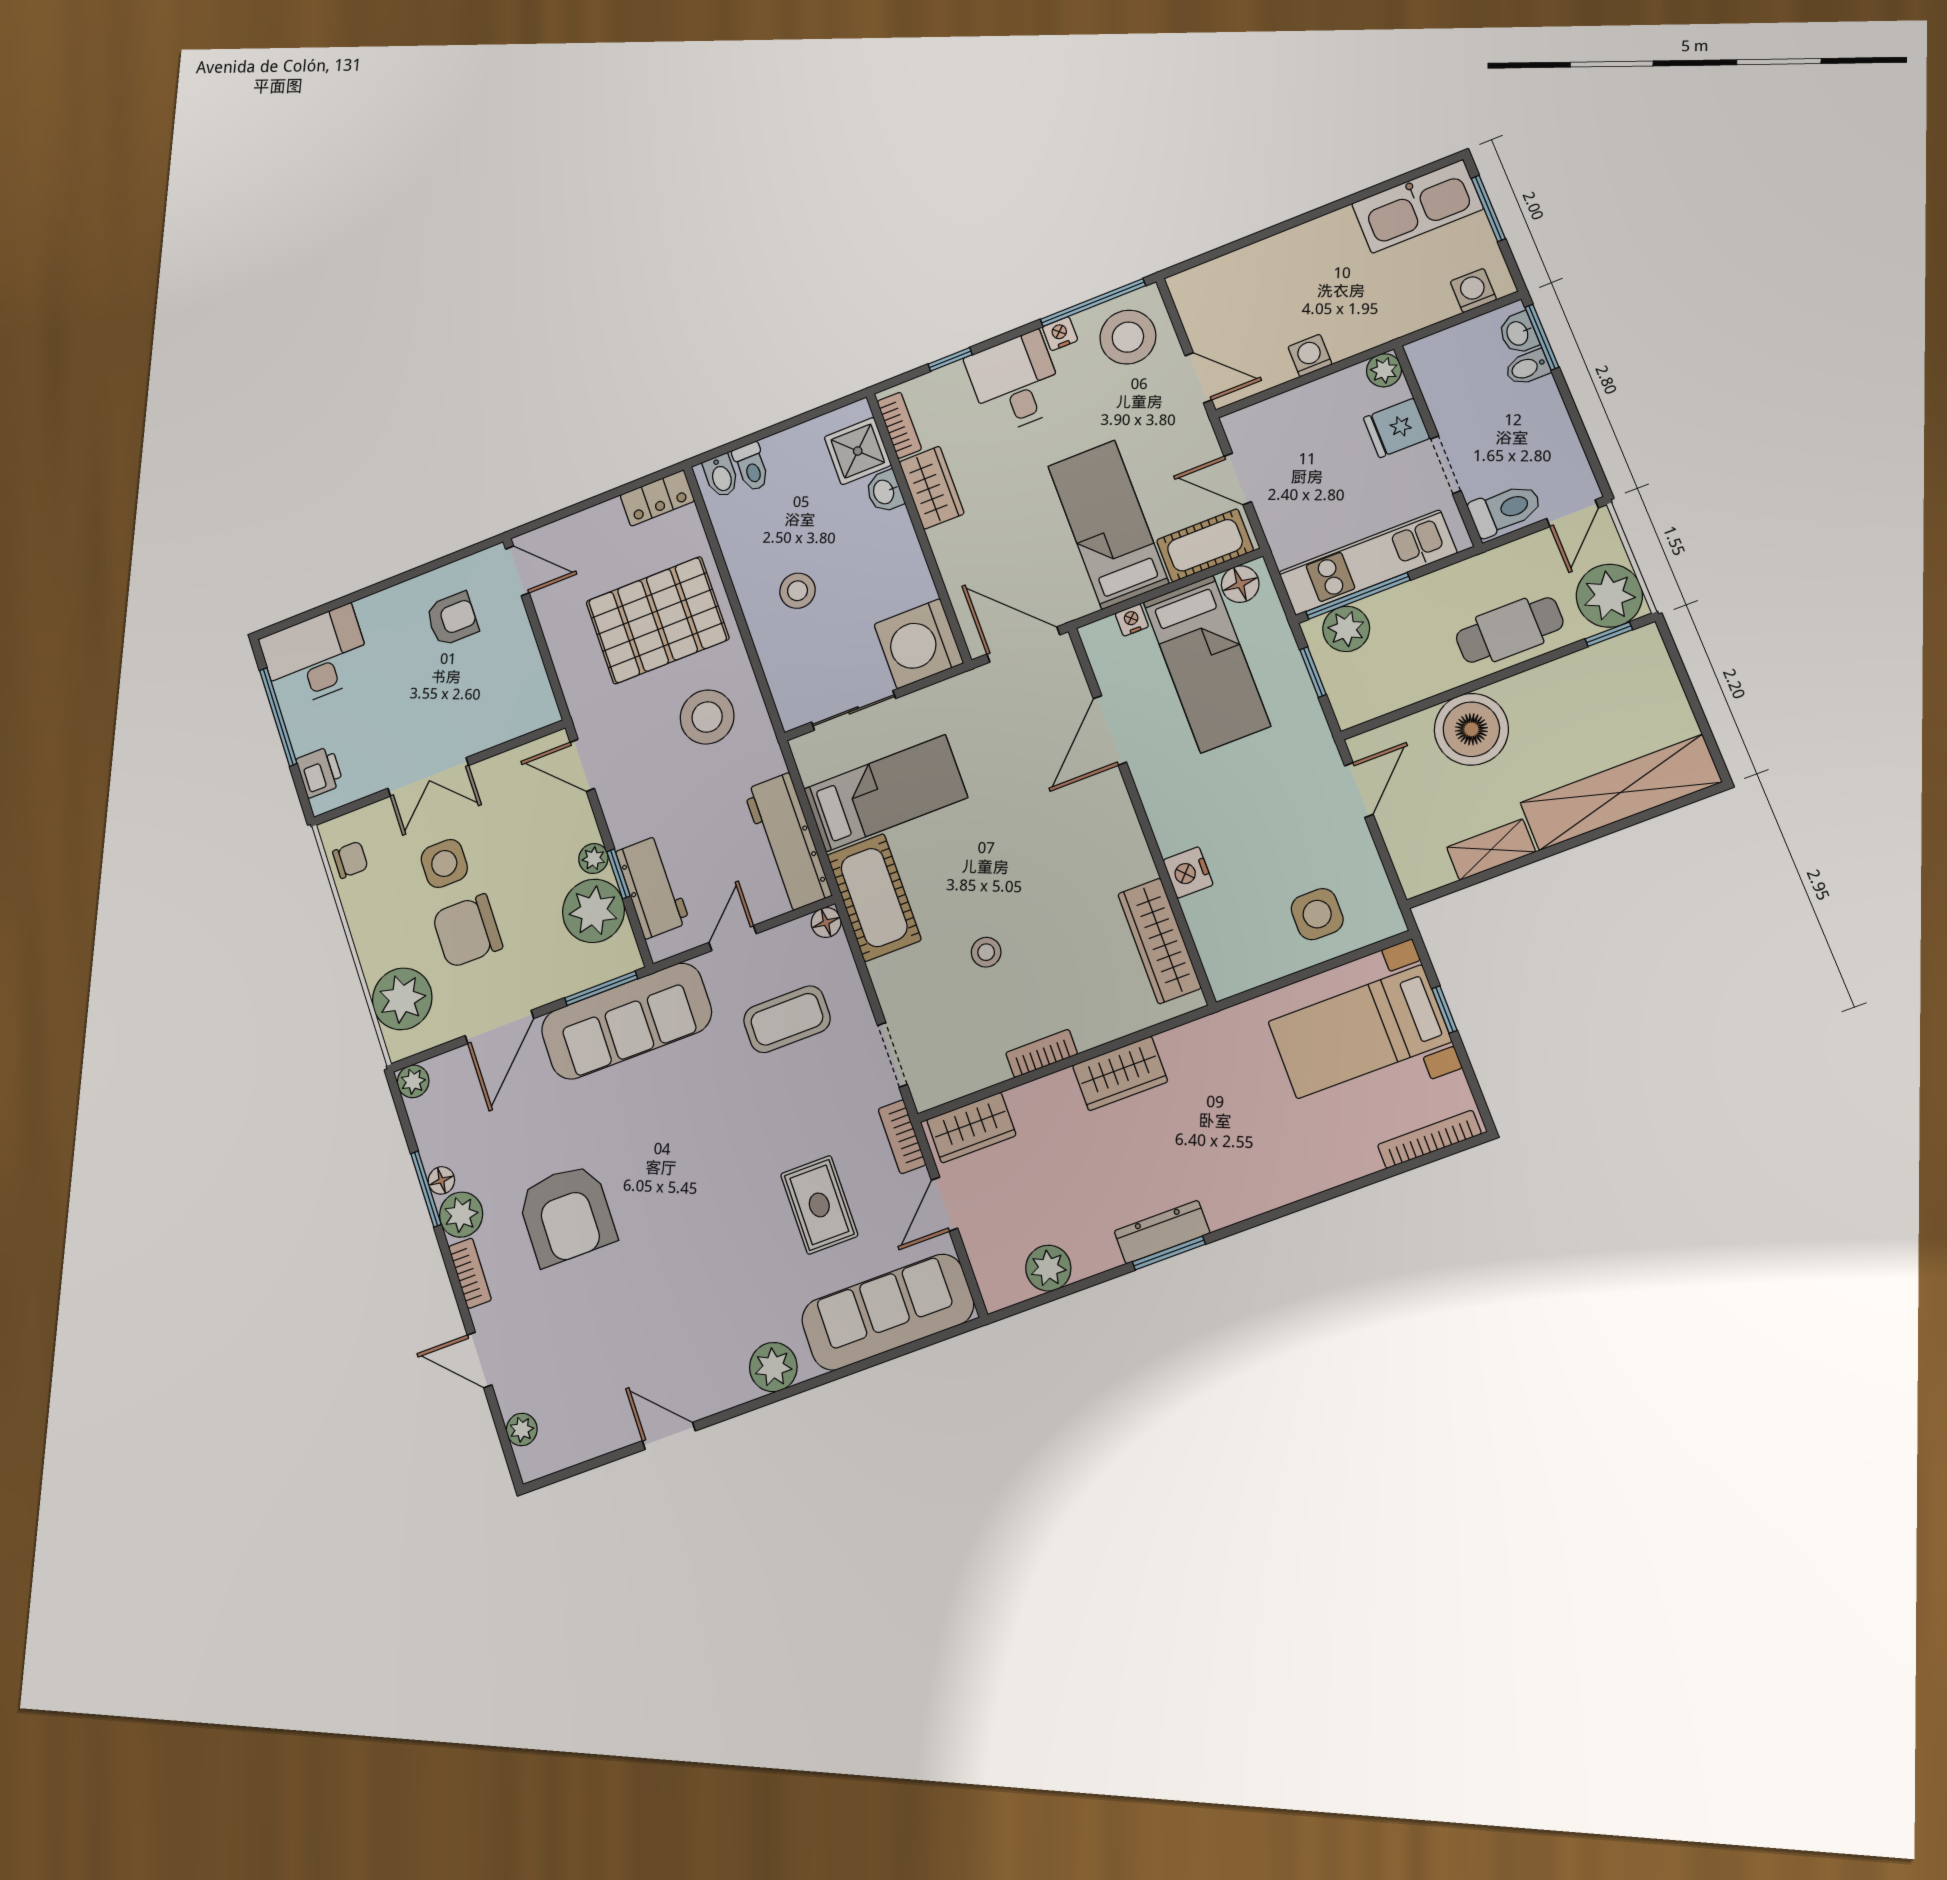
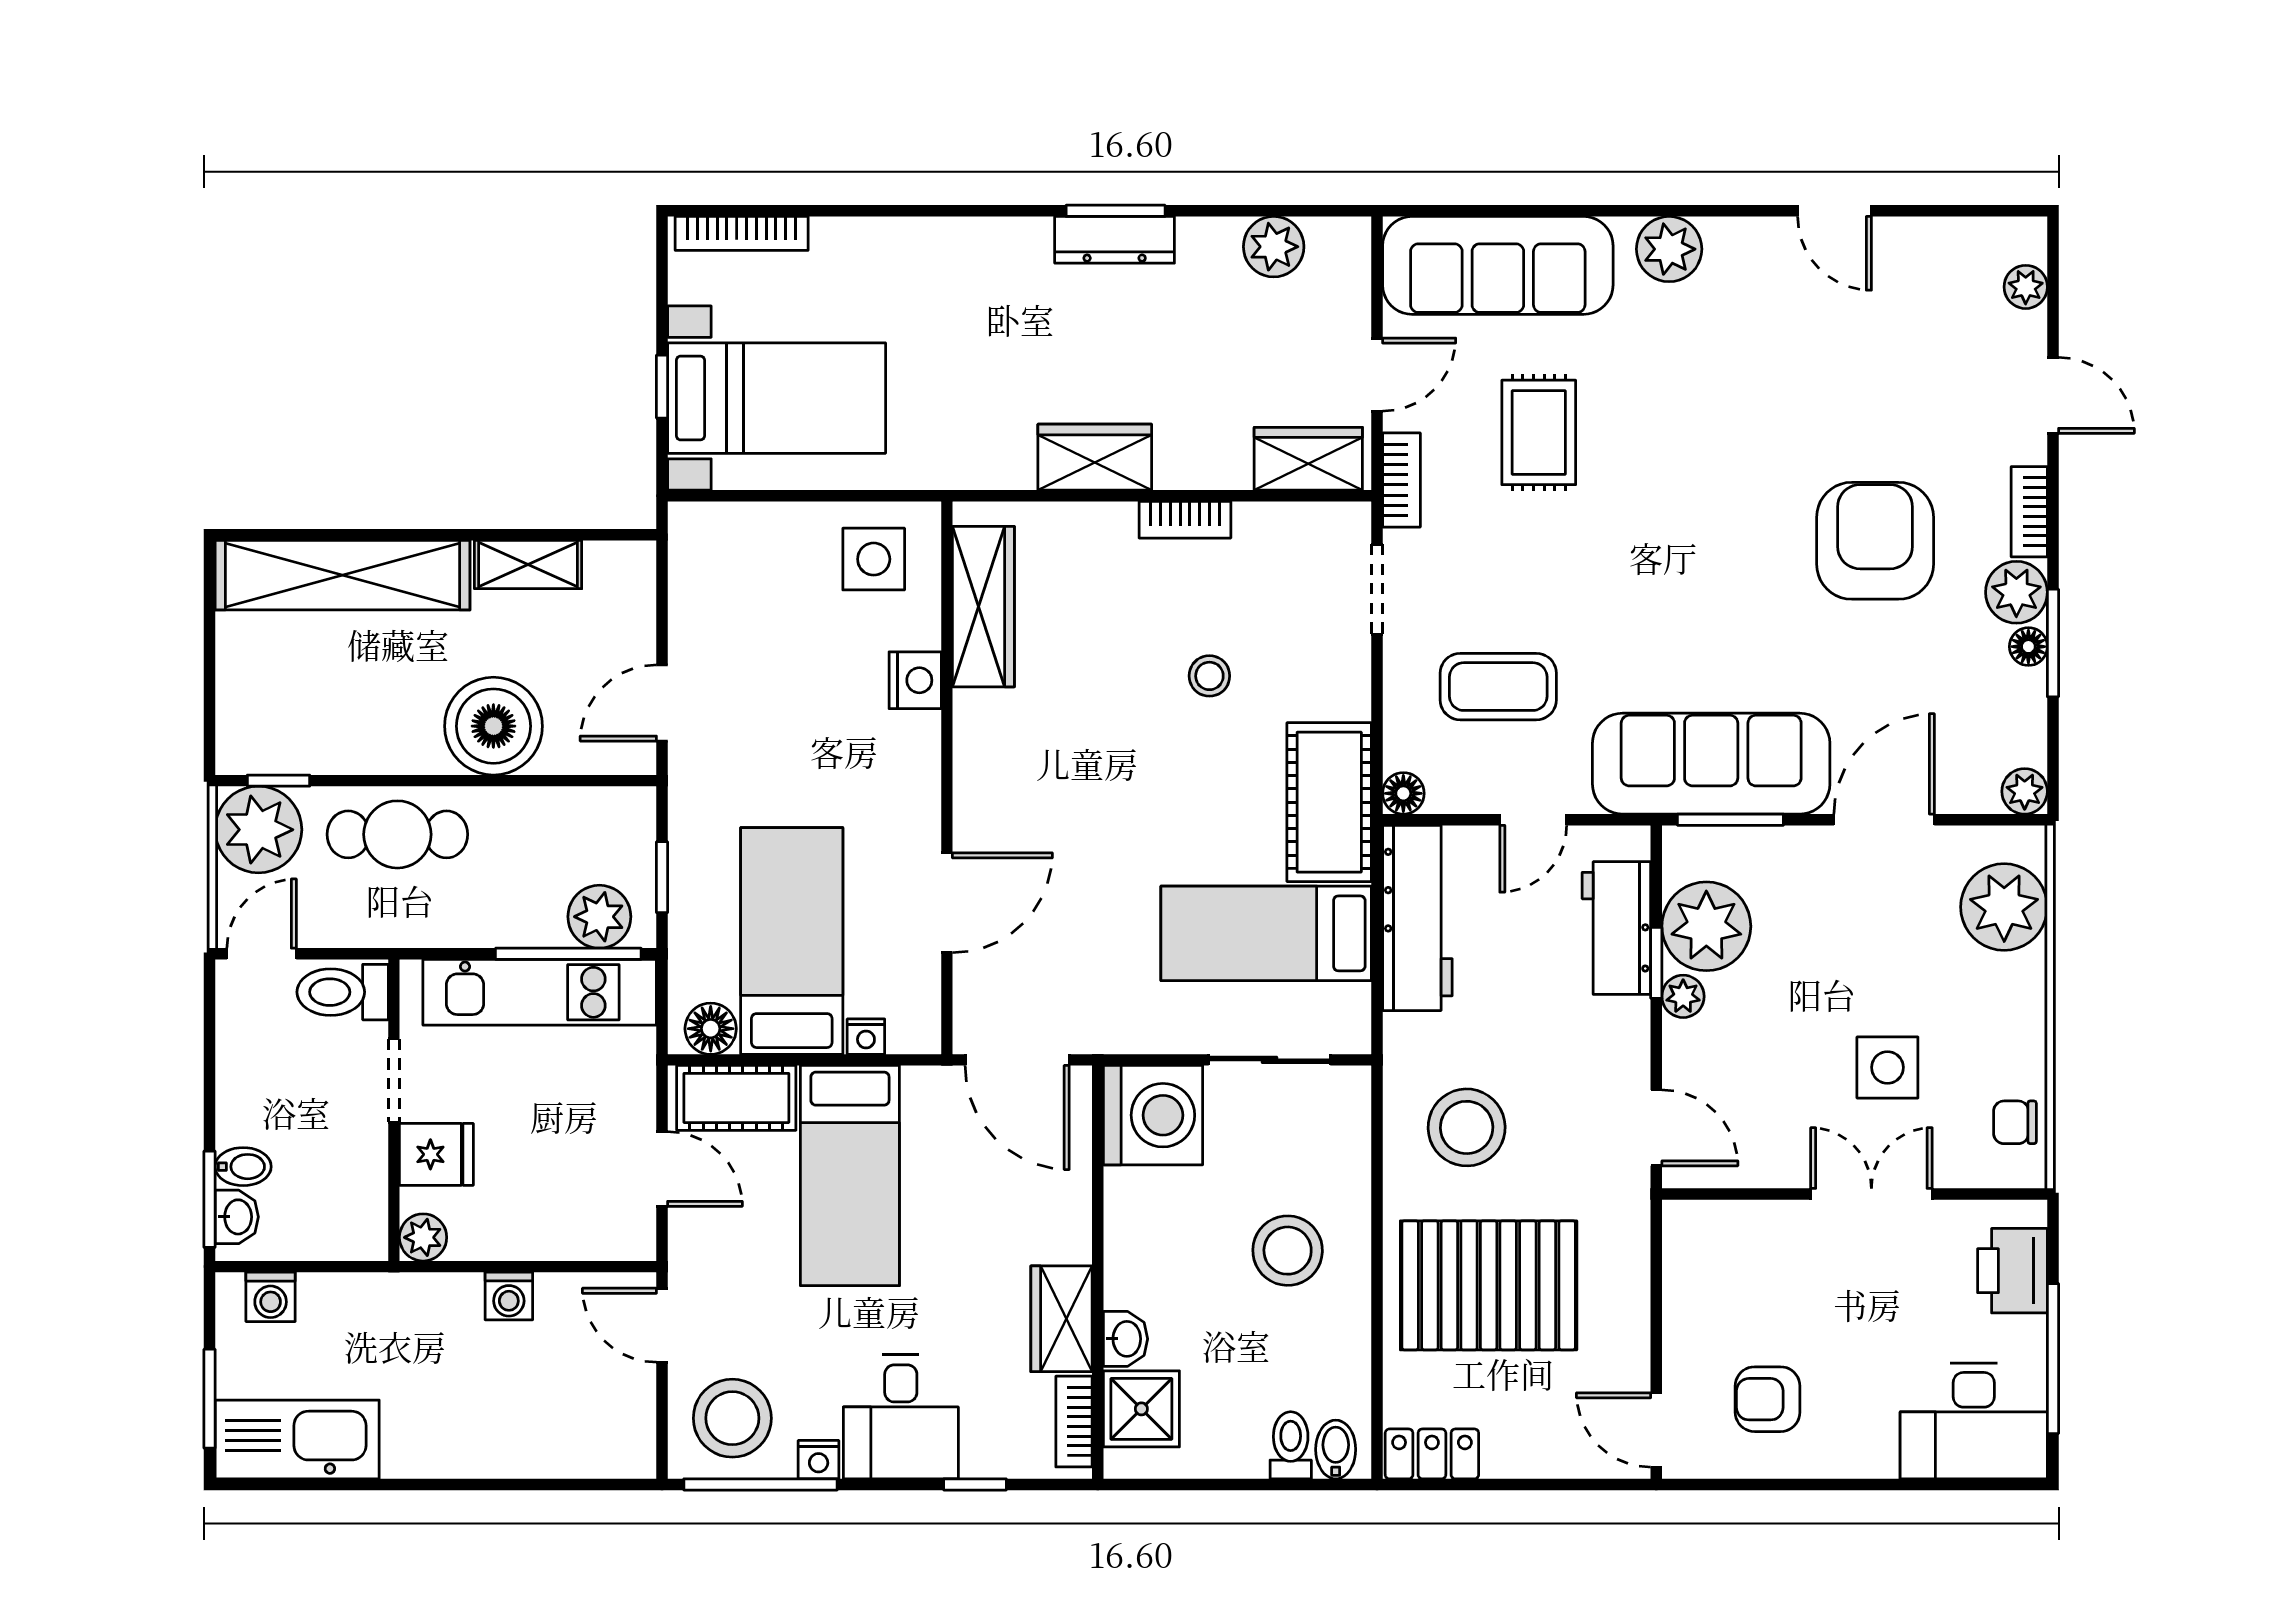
stool: (797, 591) -> (1288, 1251), width x1.38, depth x1.38
printer: (320, 772) -> (2012, 1271), width x1.36, depth x1.24
side table: (1317, 914) -> (874, 559), moved
chair: (467, 931) -> (1886, 965), removed

